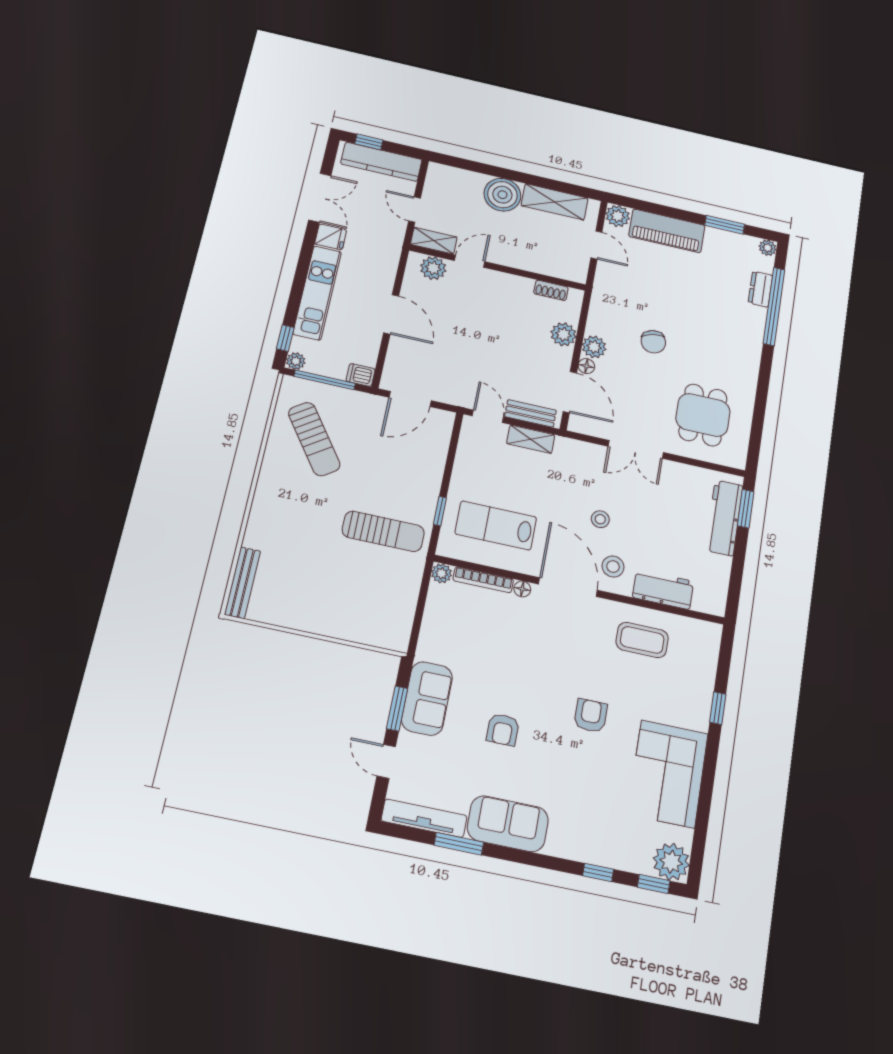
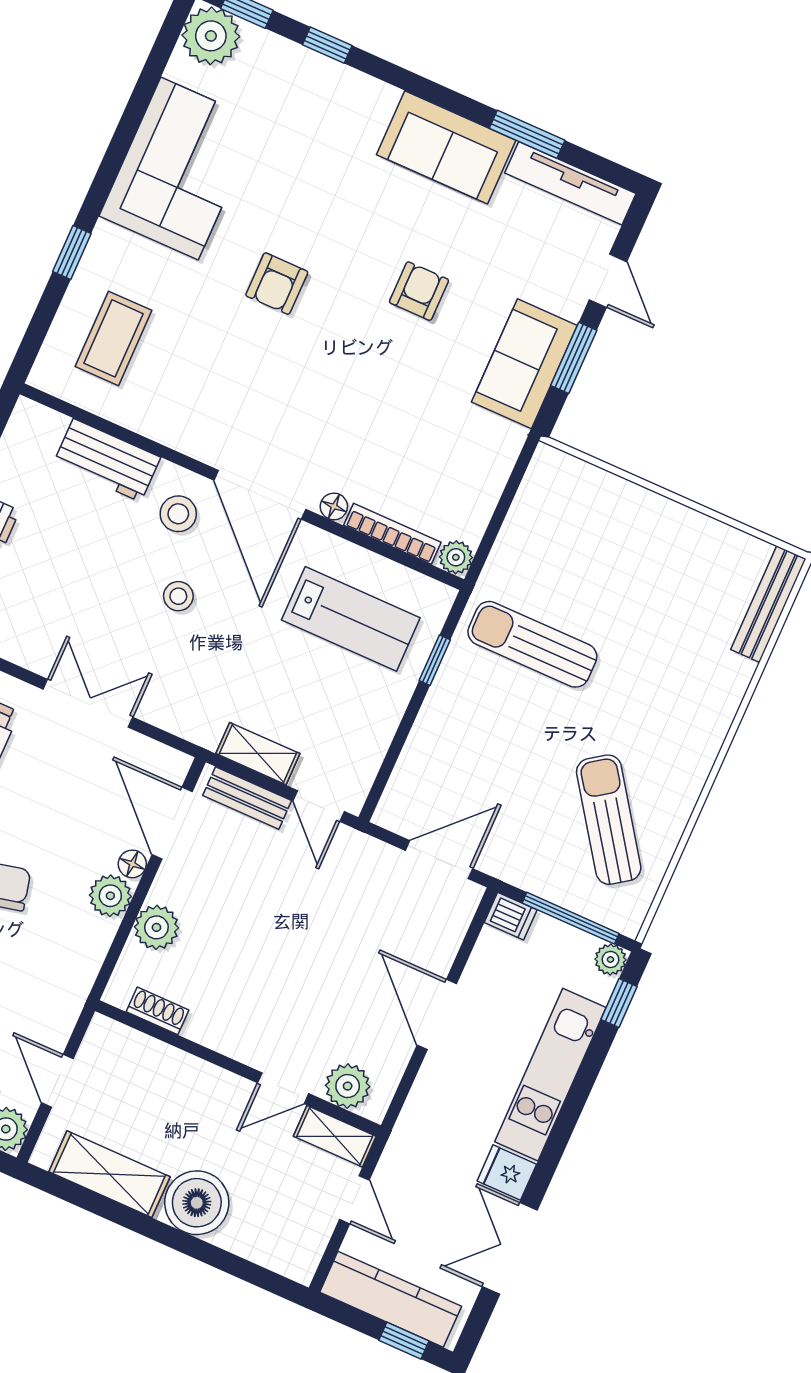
coffee table: (642, 640) -> (114, 338), moved, turned 90

